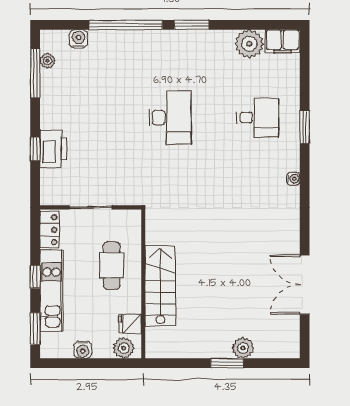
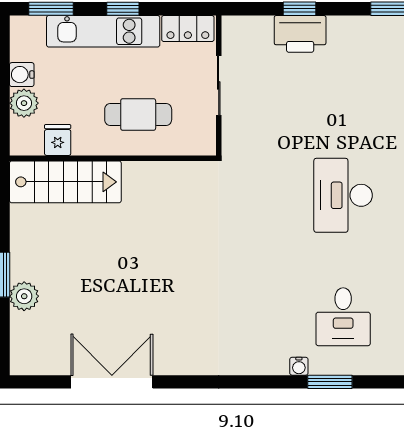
desk: (170, 118) -> (343, 195), turned 90
water cooler: (293, 179) -> (299, 366), moved
stairs: (160, 286) -> (65, 182), moved
plant: (124, 348) -> (24, 103), moved

